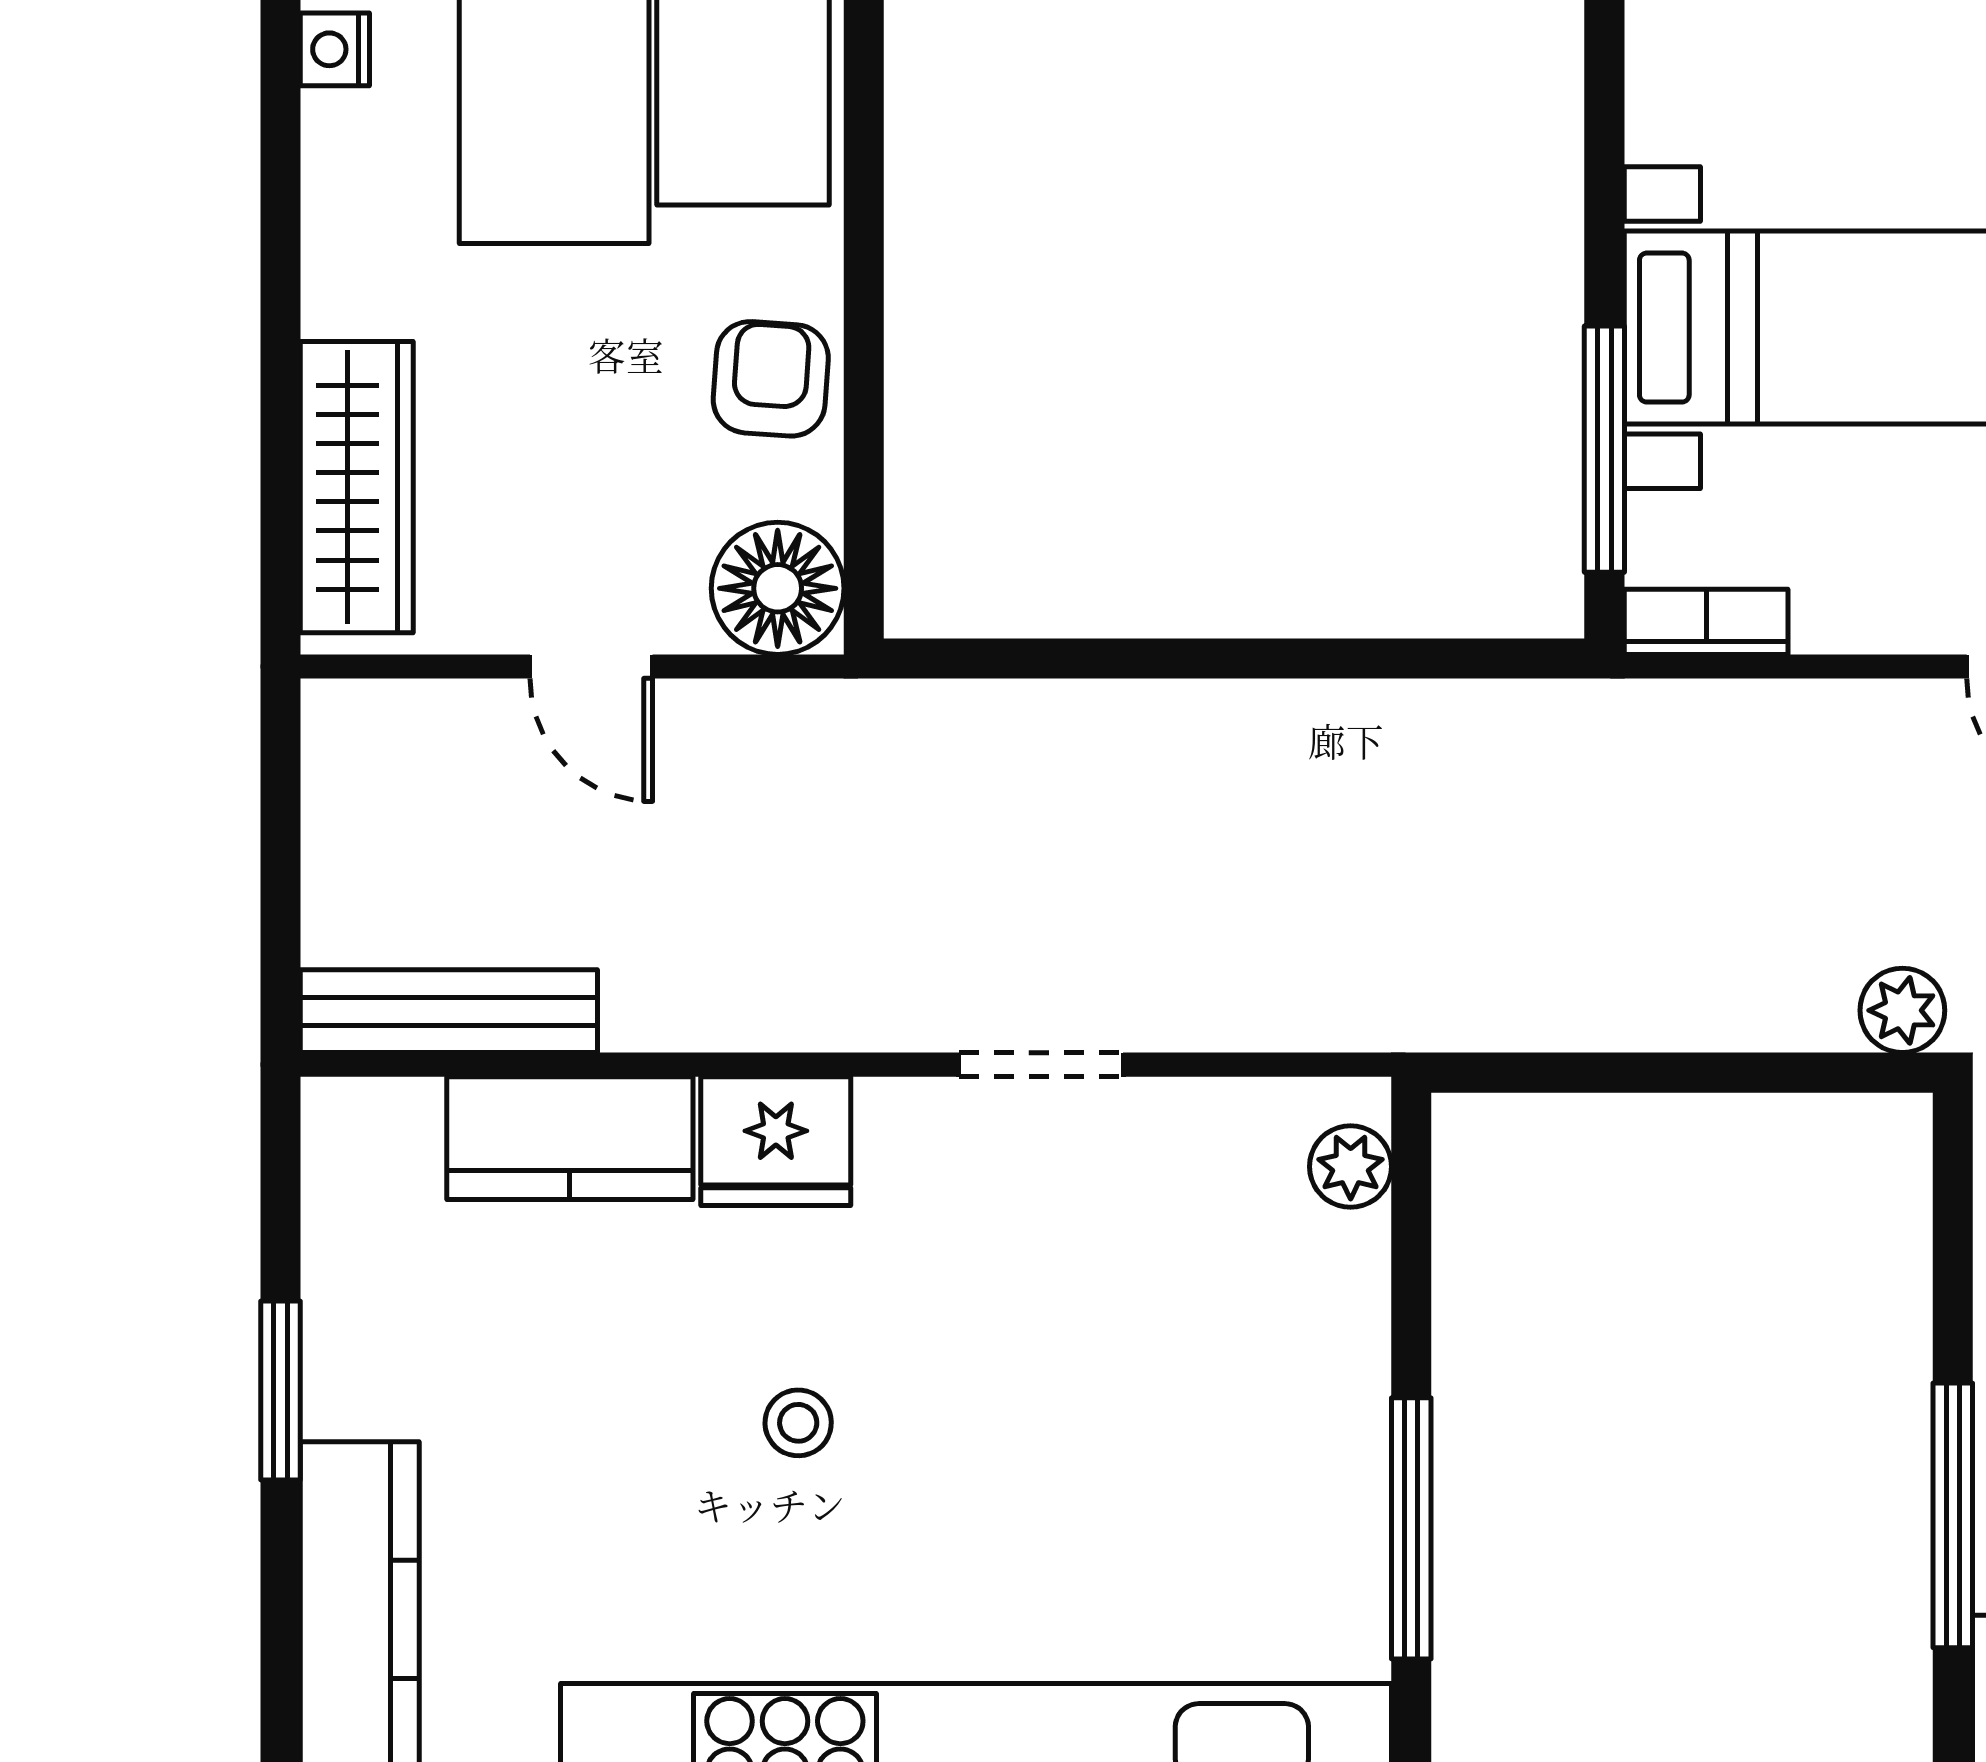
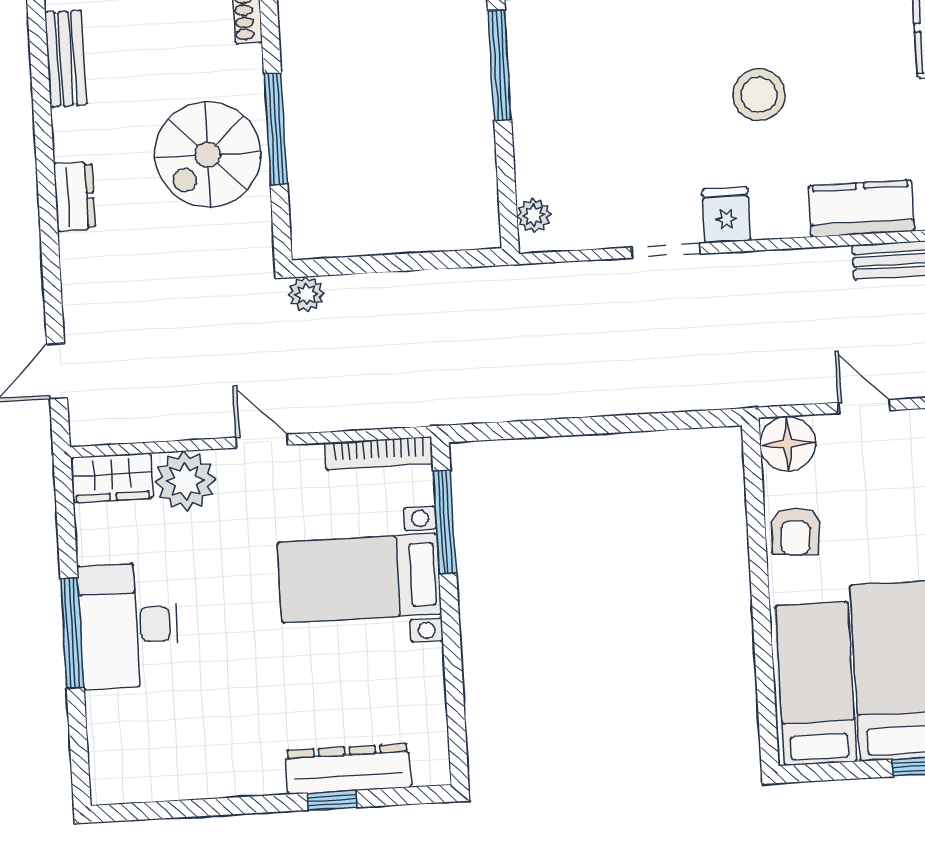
bookcase: (1706, 622) -> (379, 453), width x1.56
fridge: (776, 1141) -> (726, 215), moved, width x0.72
stool: (798, 1423) -> (759, 95), width x1.89, depth x1.89
window: (1953, 1515) -> (276, 129), moved

